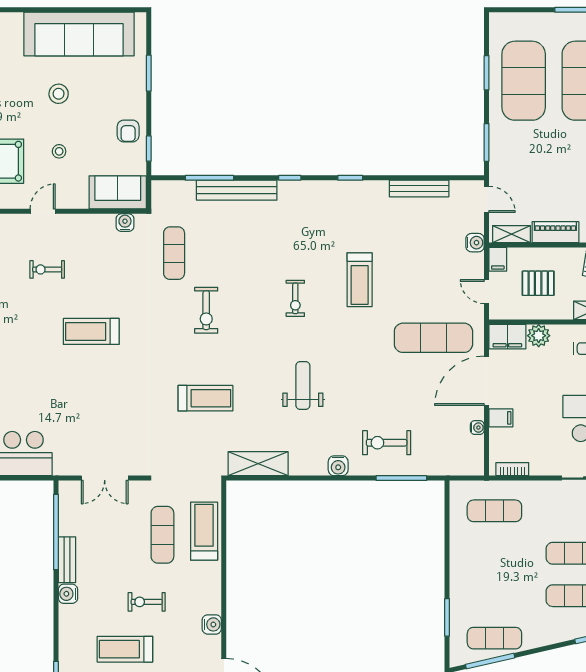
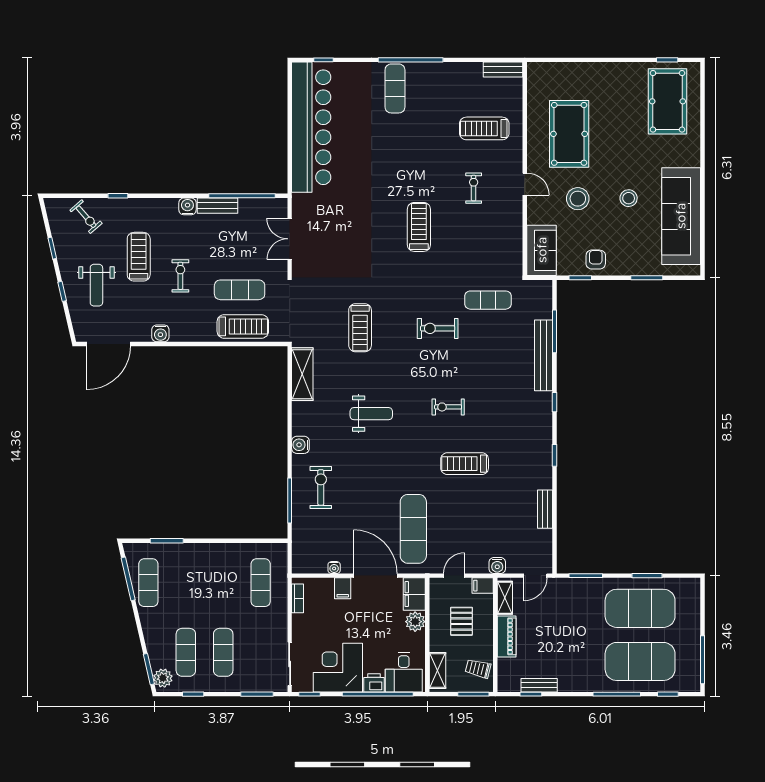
armchair: (128, 131) -> (596, 260), turned 91
stool: (59, 151) -> (578, 199), width x1.89, depth x1.89
bench: (419, 188) -> (545, 509), width x0.73
water cooler: (125, 223) -> (515, 257), removed

